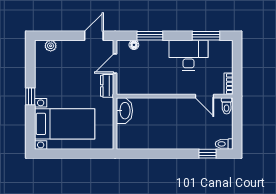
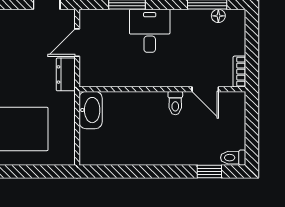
floor lamp: (134, 45) -> (218, 16), moved
desk: (188, 55) -> (150, 31), moved, width x0.73
toilet: (227, 106) -> (175, 103), moved

